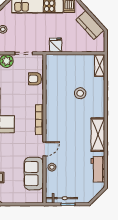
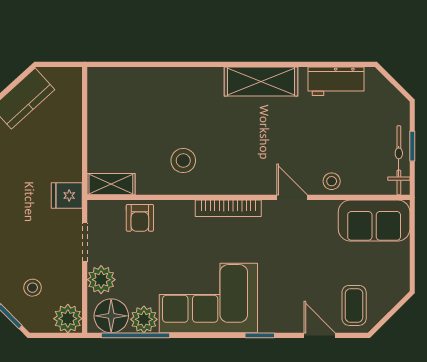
fridge: (56, 45) -> (67, 196), moved
shelving: (100, 65) -> (111, 184), moved
stool: (80, 93) -> (183, 161), moved
sofa: (34, 174) -> (374, 221), moved

